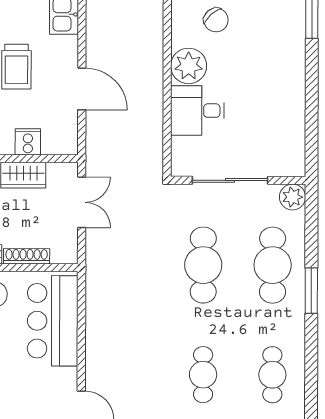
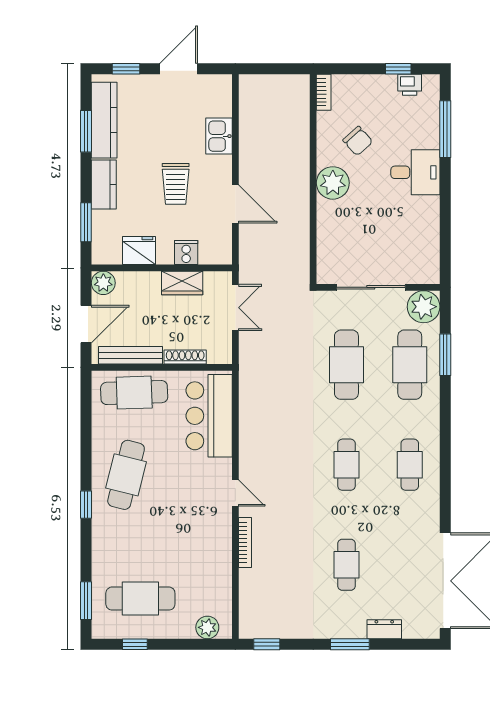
desk: (197, 111) -> (415, 172), moved, turned 180
plant: (293, 197) -> (424, 307), width x1.36, depth x1.36
window: (311, 291) -> (445, 355), moved

